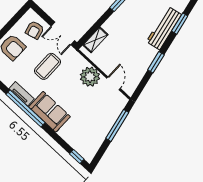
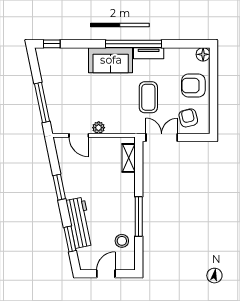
plant: (90, 77) -> (99, 128), width x0.53, depth x0.53

